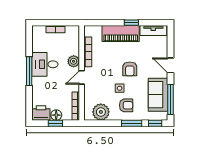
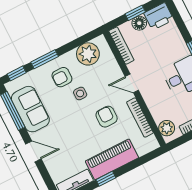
plant: (74, 61) -> (167, 128), moved
armchair: (130, 69) -> (107, 117), moved
door: (82, 77) -> (132, 83), swing flipped

